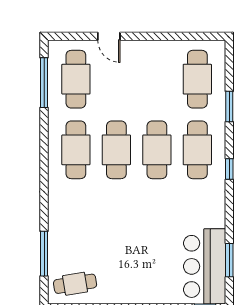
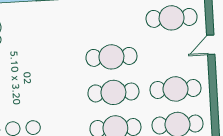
cafe table: (76, 150) -> (176, 89), moved

